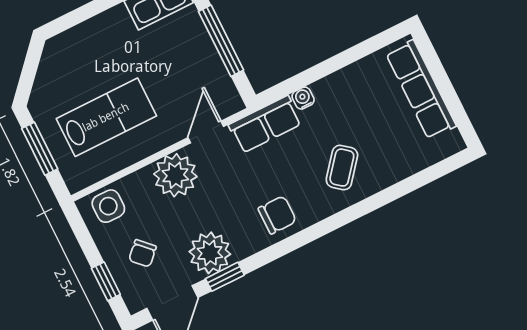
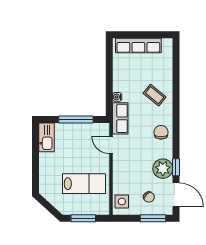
lab bench: (106, 117) -> (84, 184), turned 90
plant: (175, 175) -> (123, 167), removed
window: (106, 281) -> (153, 218), width x1.50

